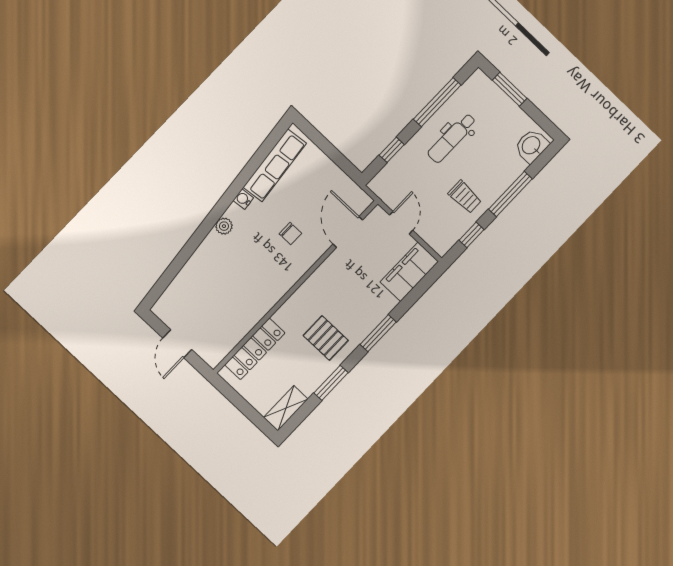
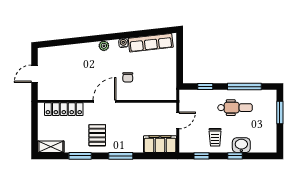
dental chair: (452, 138) -> (235, 108), turned 180
washbasin: (531, 146) -> (241, 145), moved
window: (510, 194) -> (235, 156), width x0.46
door: (348, 232) -> (104, 101), moved

